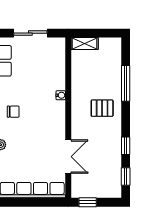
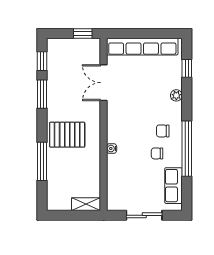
chair: (18, 91) -> (157, 153), added
pallet: (102, 108) -> (67, 135), width x1.50, depth x1.42
window: (126, 146) -> (42, 94), width x1.50

